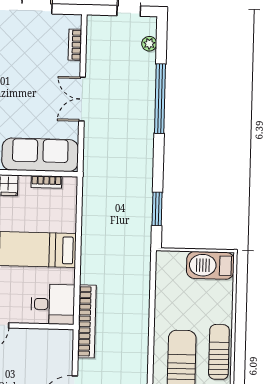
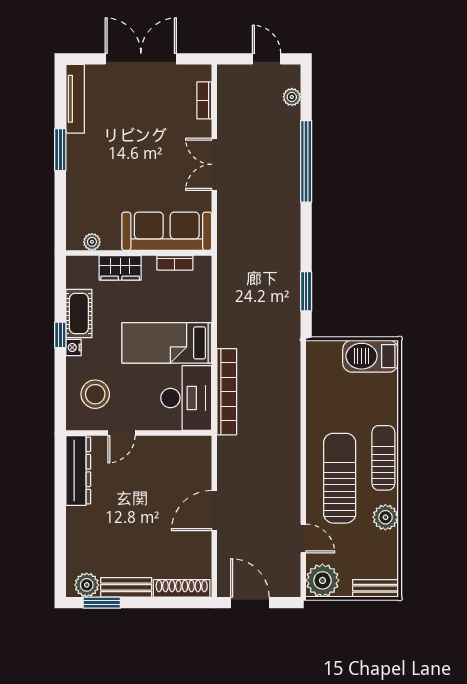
desk: (53, 304) -> (186, 398), width x1.37
bookcase: (87, 321) -> (227, 392), moved

